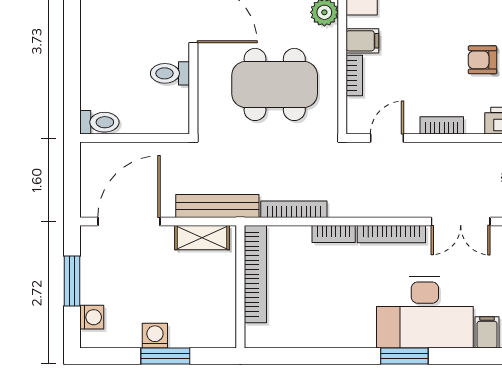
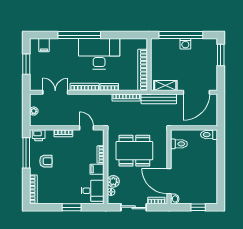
toilet: (170, 73) -> (179, 144), moved
door: (387, 138) -> (87, 128), swing flipped
window: (72, 281) -> (221, 55), moved
desk: (425, 312) -> (99, 54), moved
washing machine: (92, 317) -> (212, 52), removed
window: (165, 356) -> (181, 35), width x2.11
window: (404, 356) -> (79, 35), width x2.11

